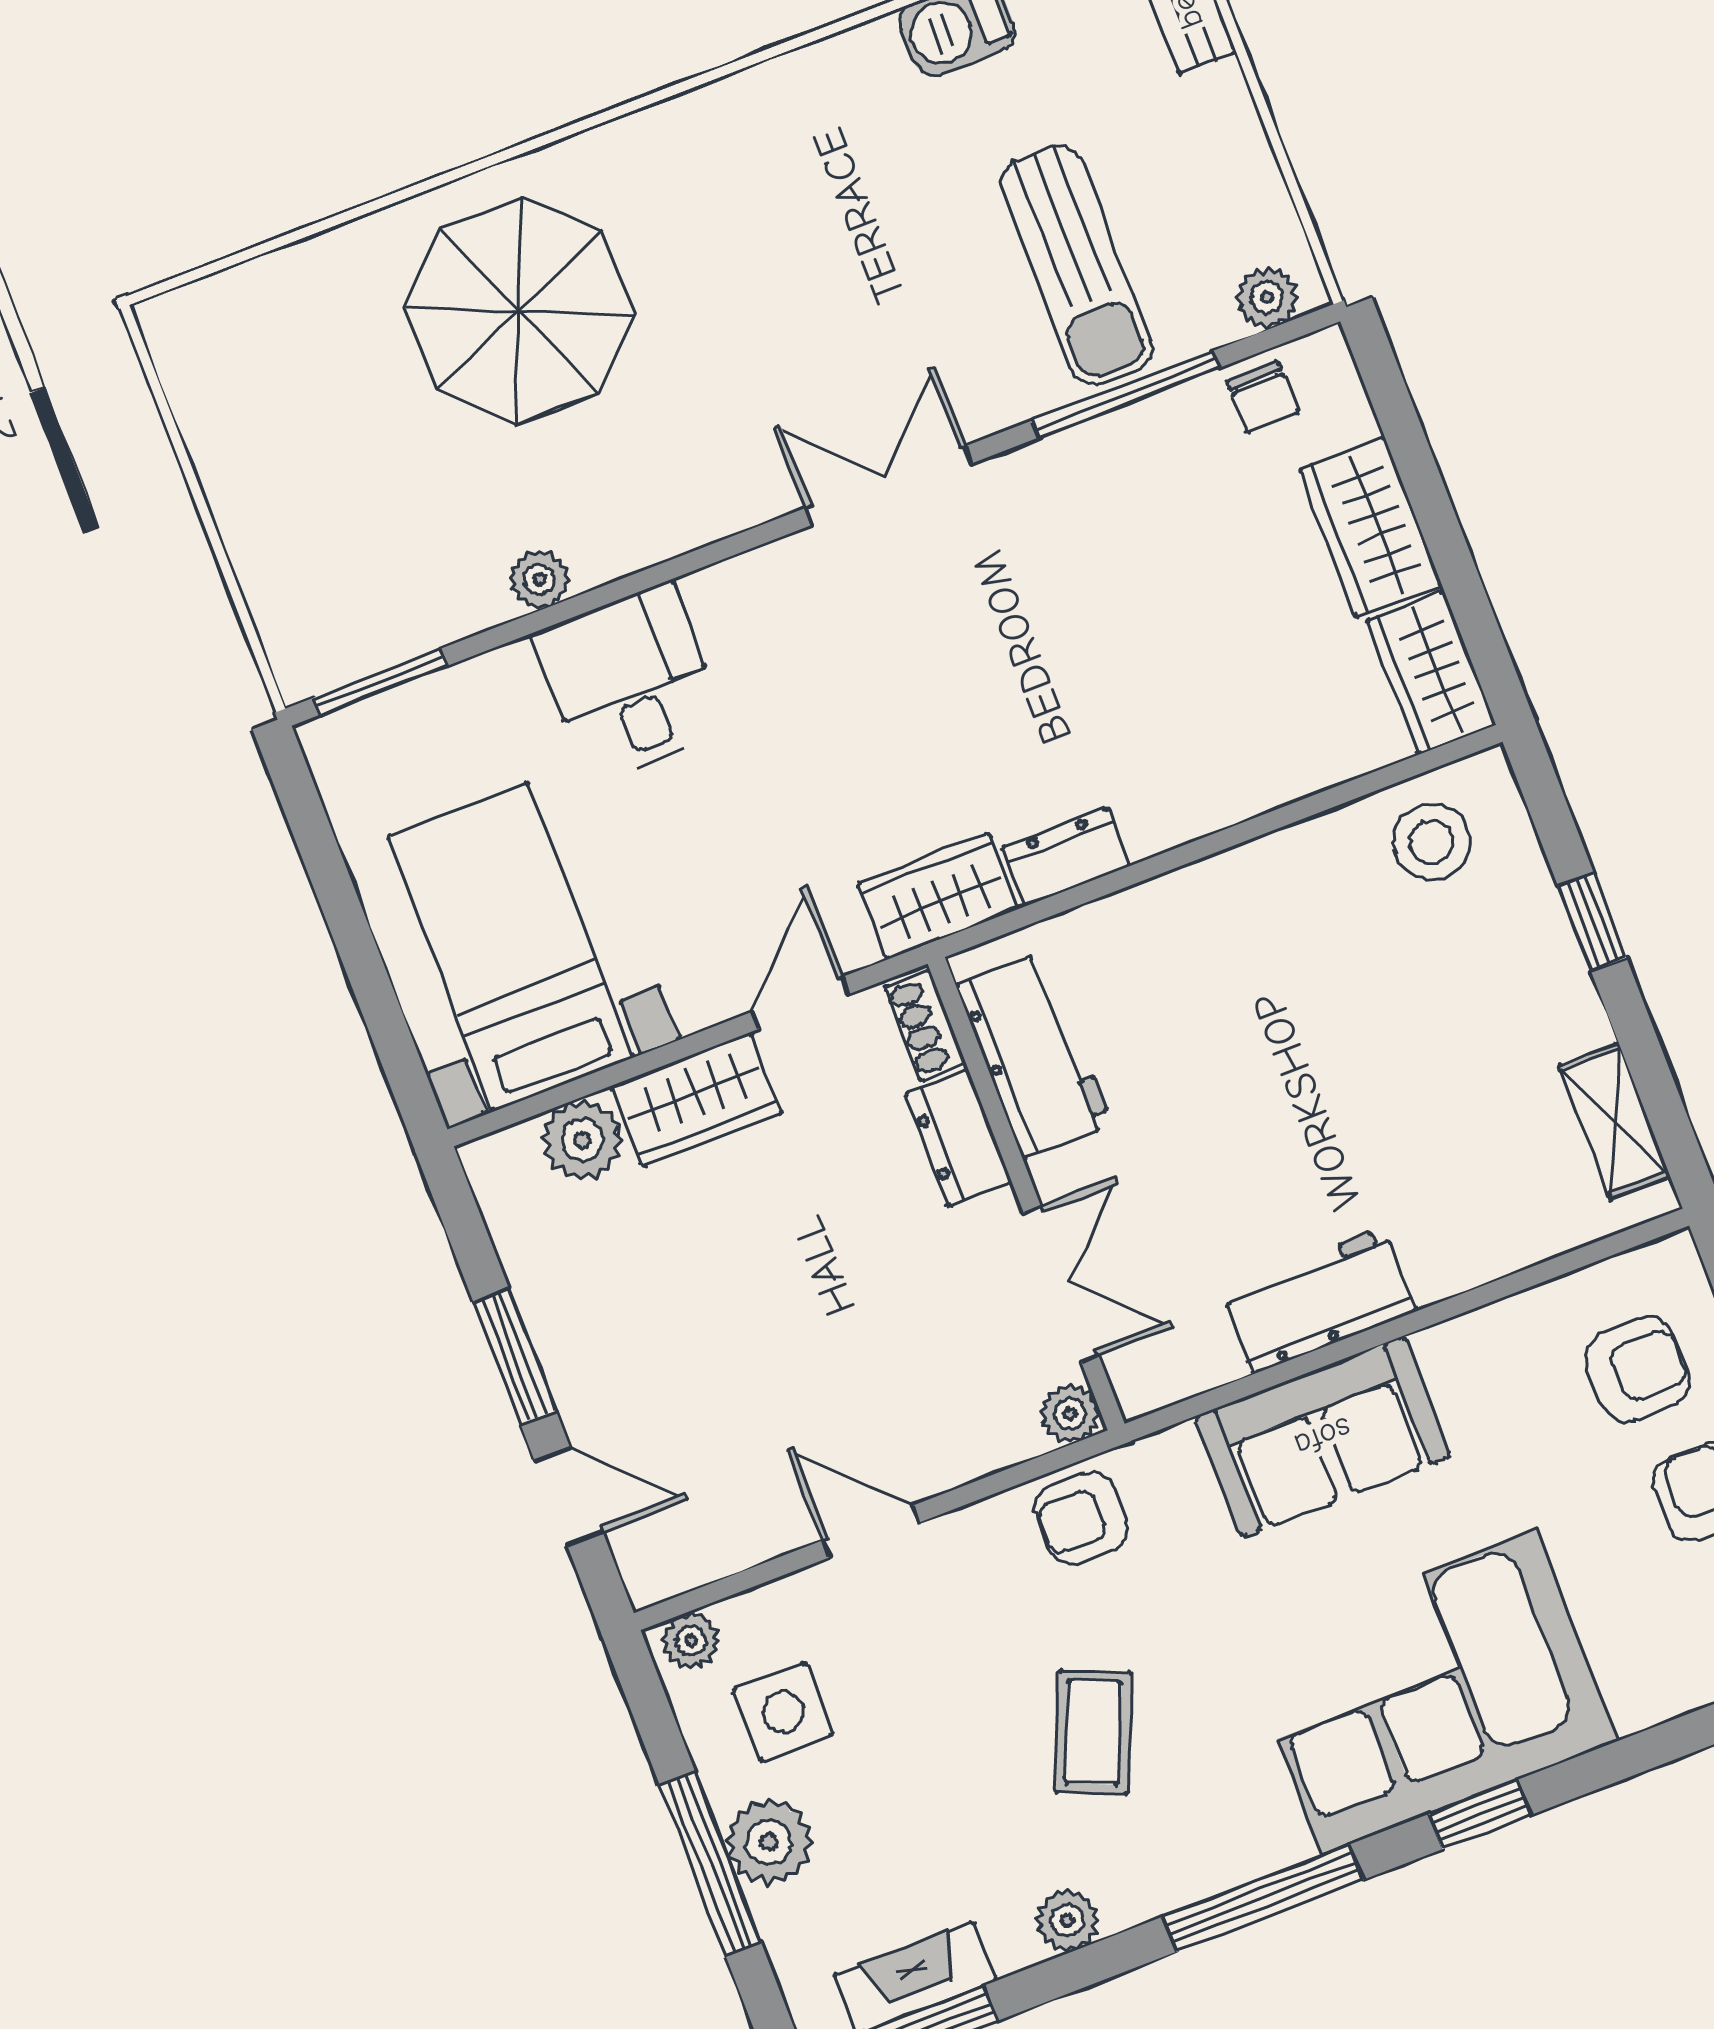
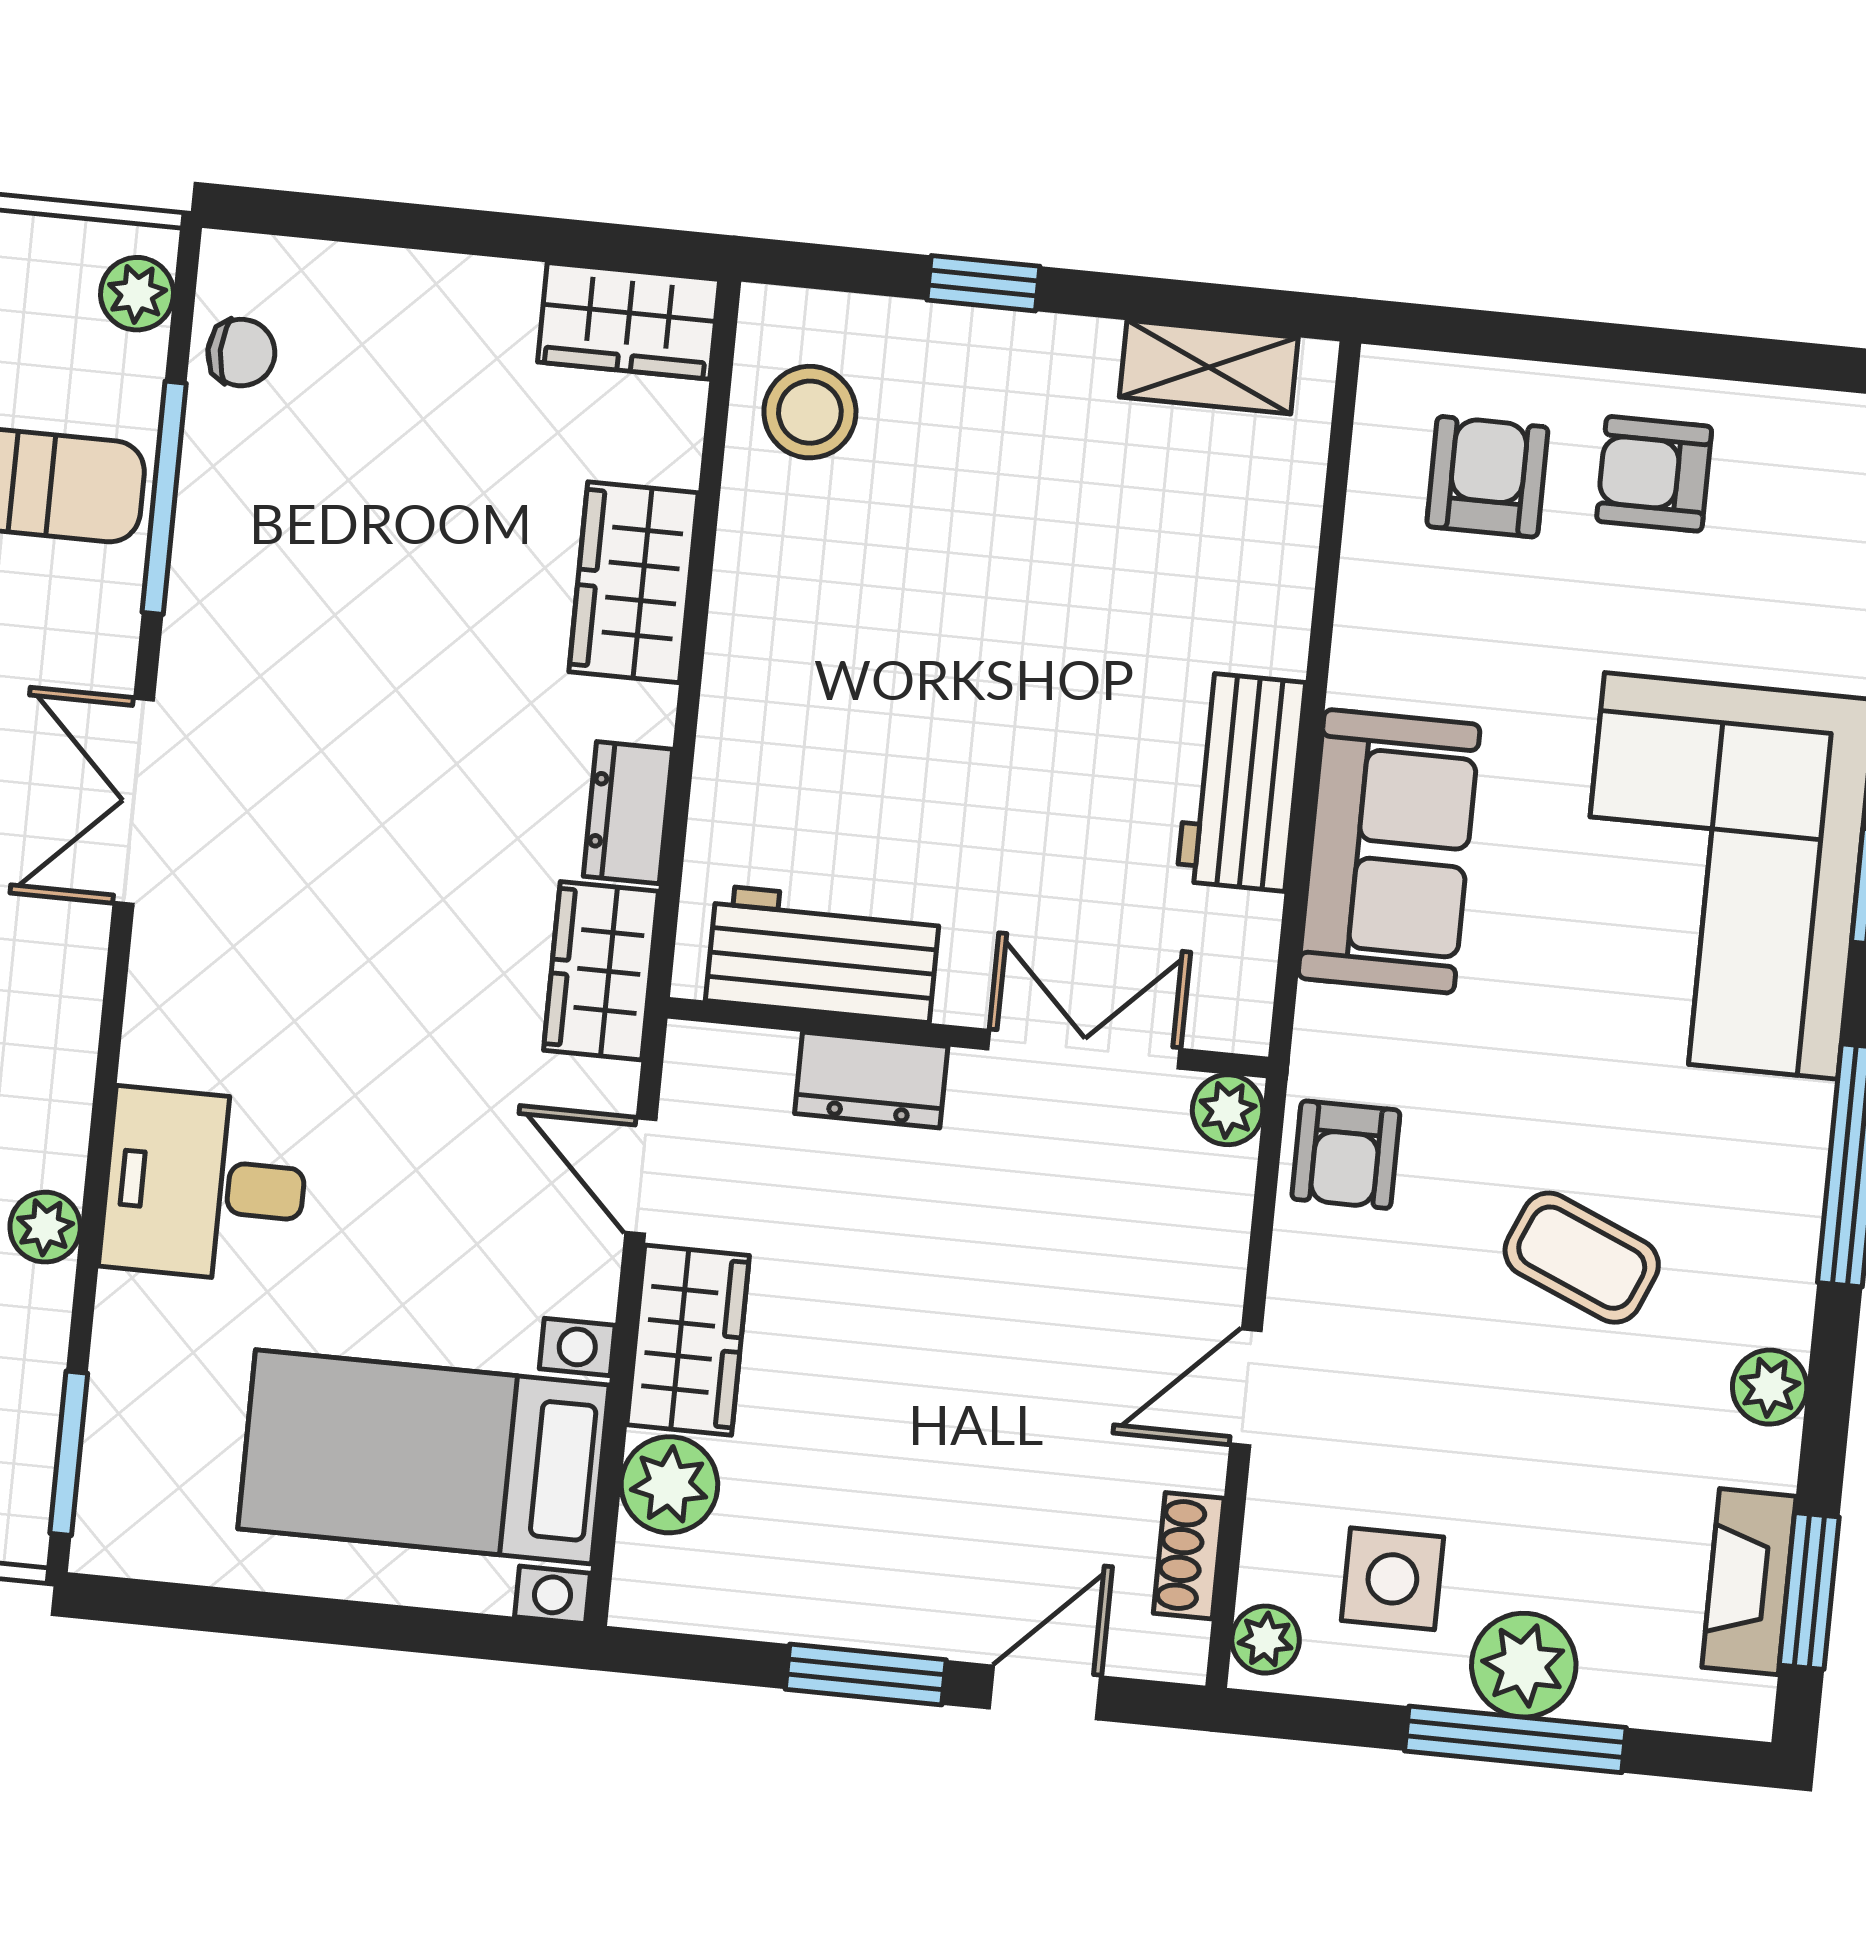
wardrobe: (1370, 527) -> (634, 582), moved, turned 90
shoe rack: (925, 1025) -> (1189, 1556), moved, turned 90

